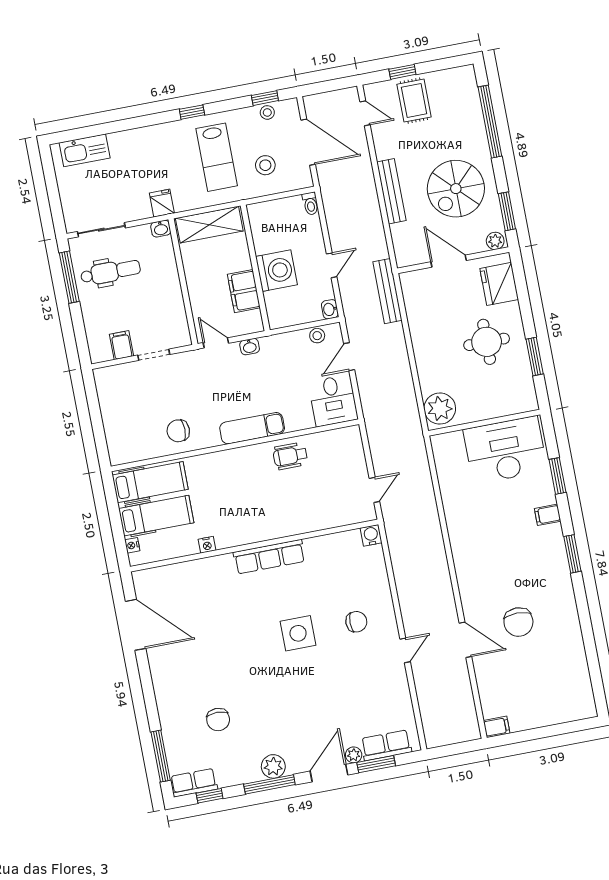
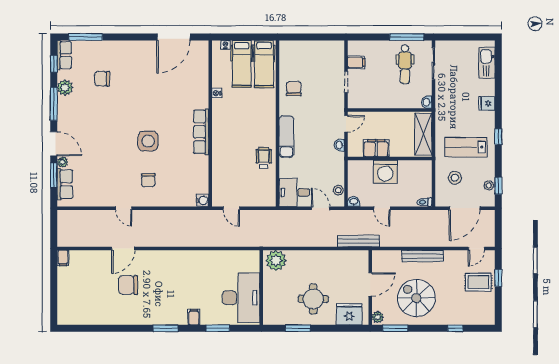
window: (490, 122) -> (455, 328), width x0.32
fridge: (162, 203) -> (487, 103), moved, turned 180
plant: (273, 766) -> (65, 88), moved

